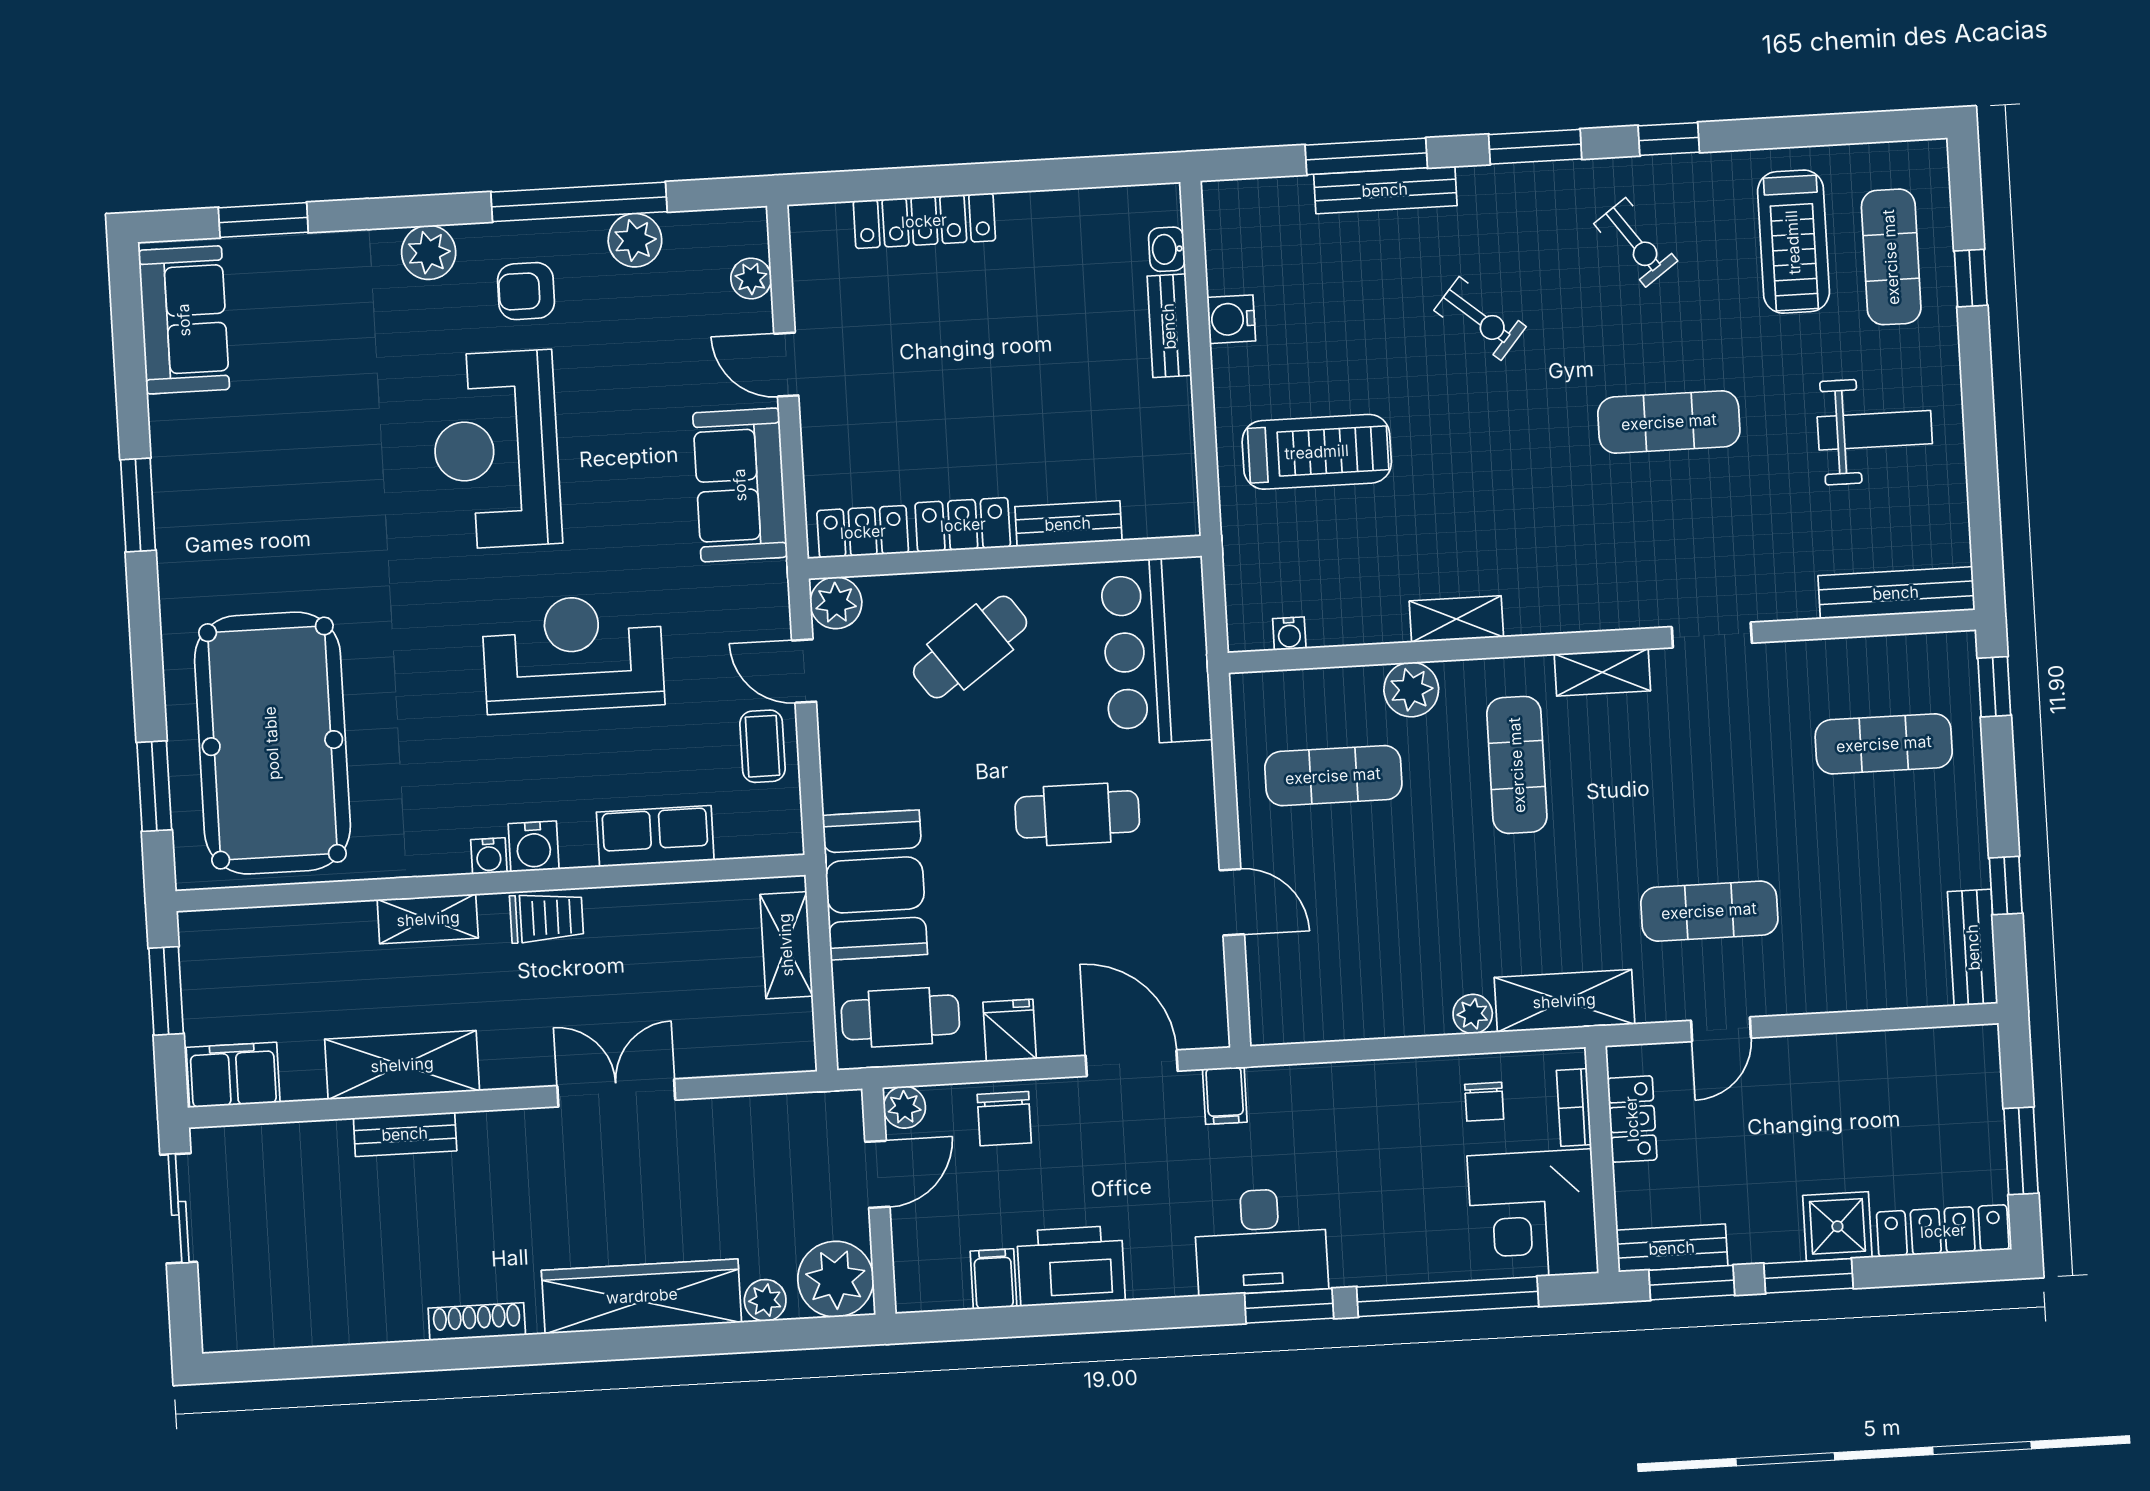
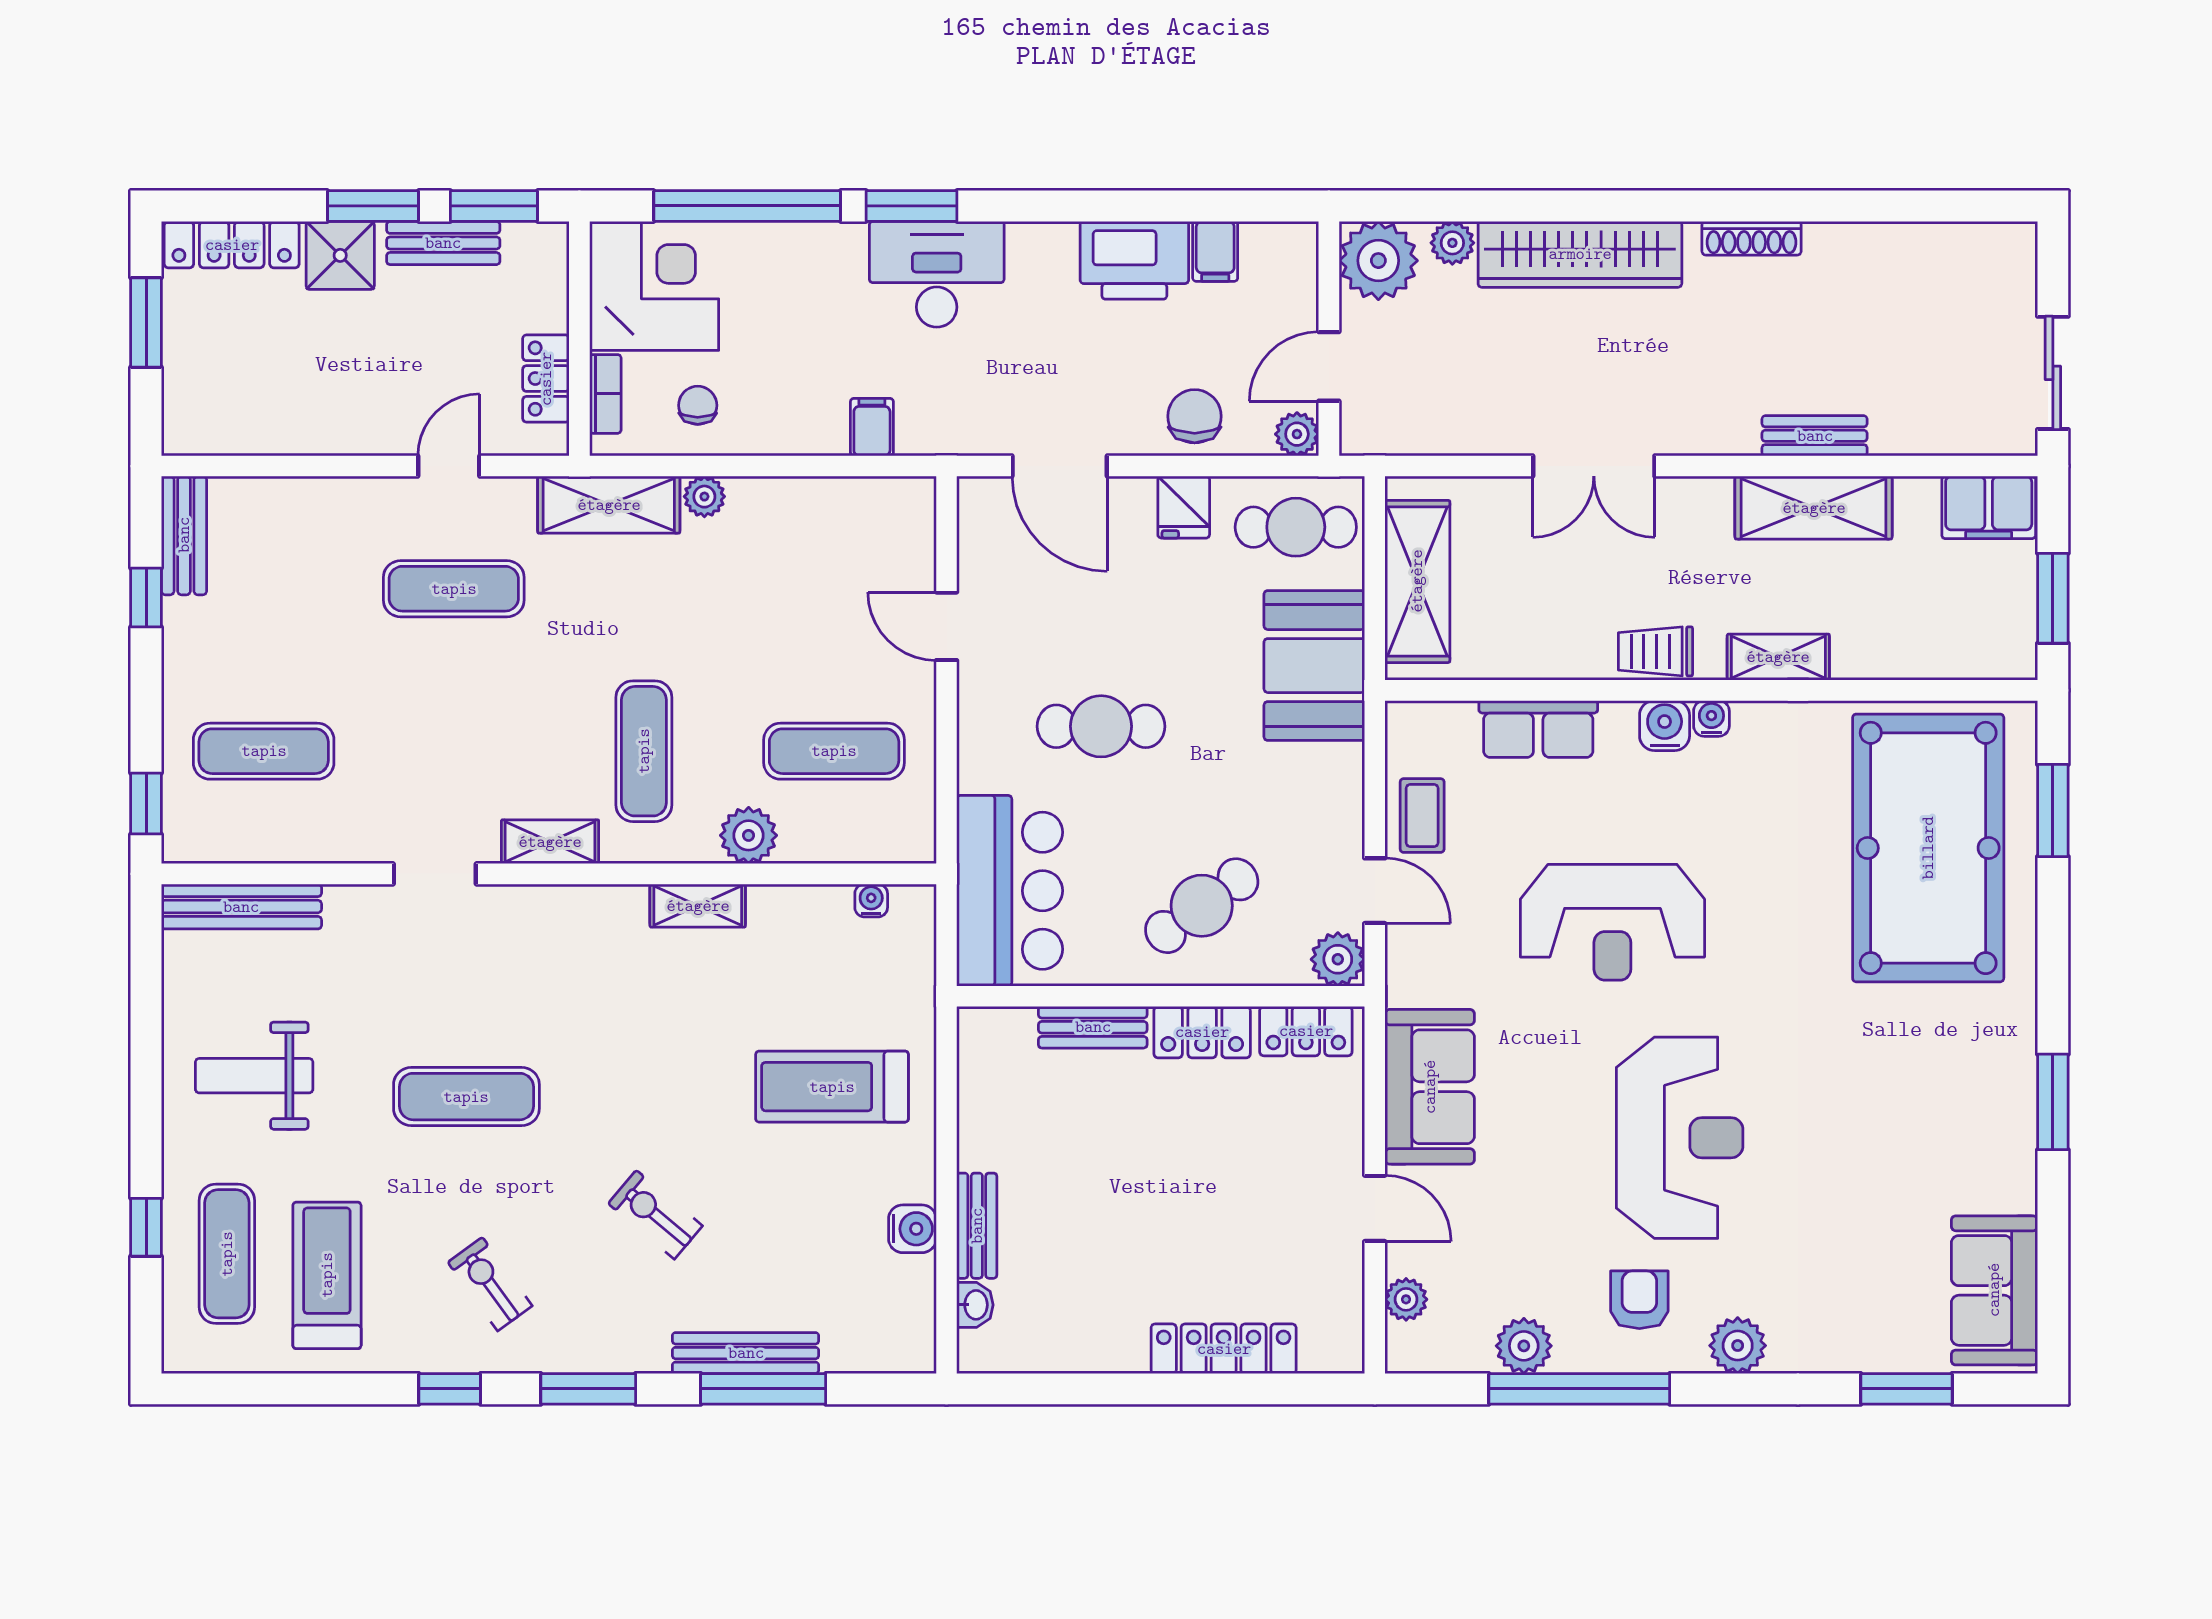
armchair: (526, 291) -> (1639, 1300), turned -90
shelving: (786, 945) -> (1417, 581), width x1.50, depth x1.33
filing cabinet: (1225, 1096) -> (872, 427), moved
bench: (1672, 1248) -> (443, 243), moved

